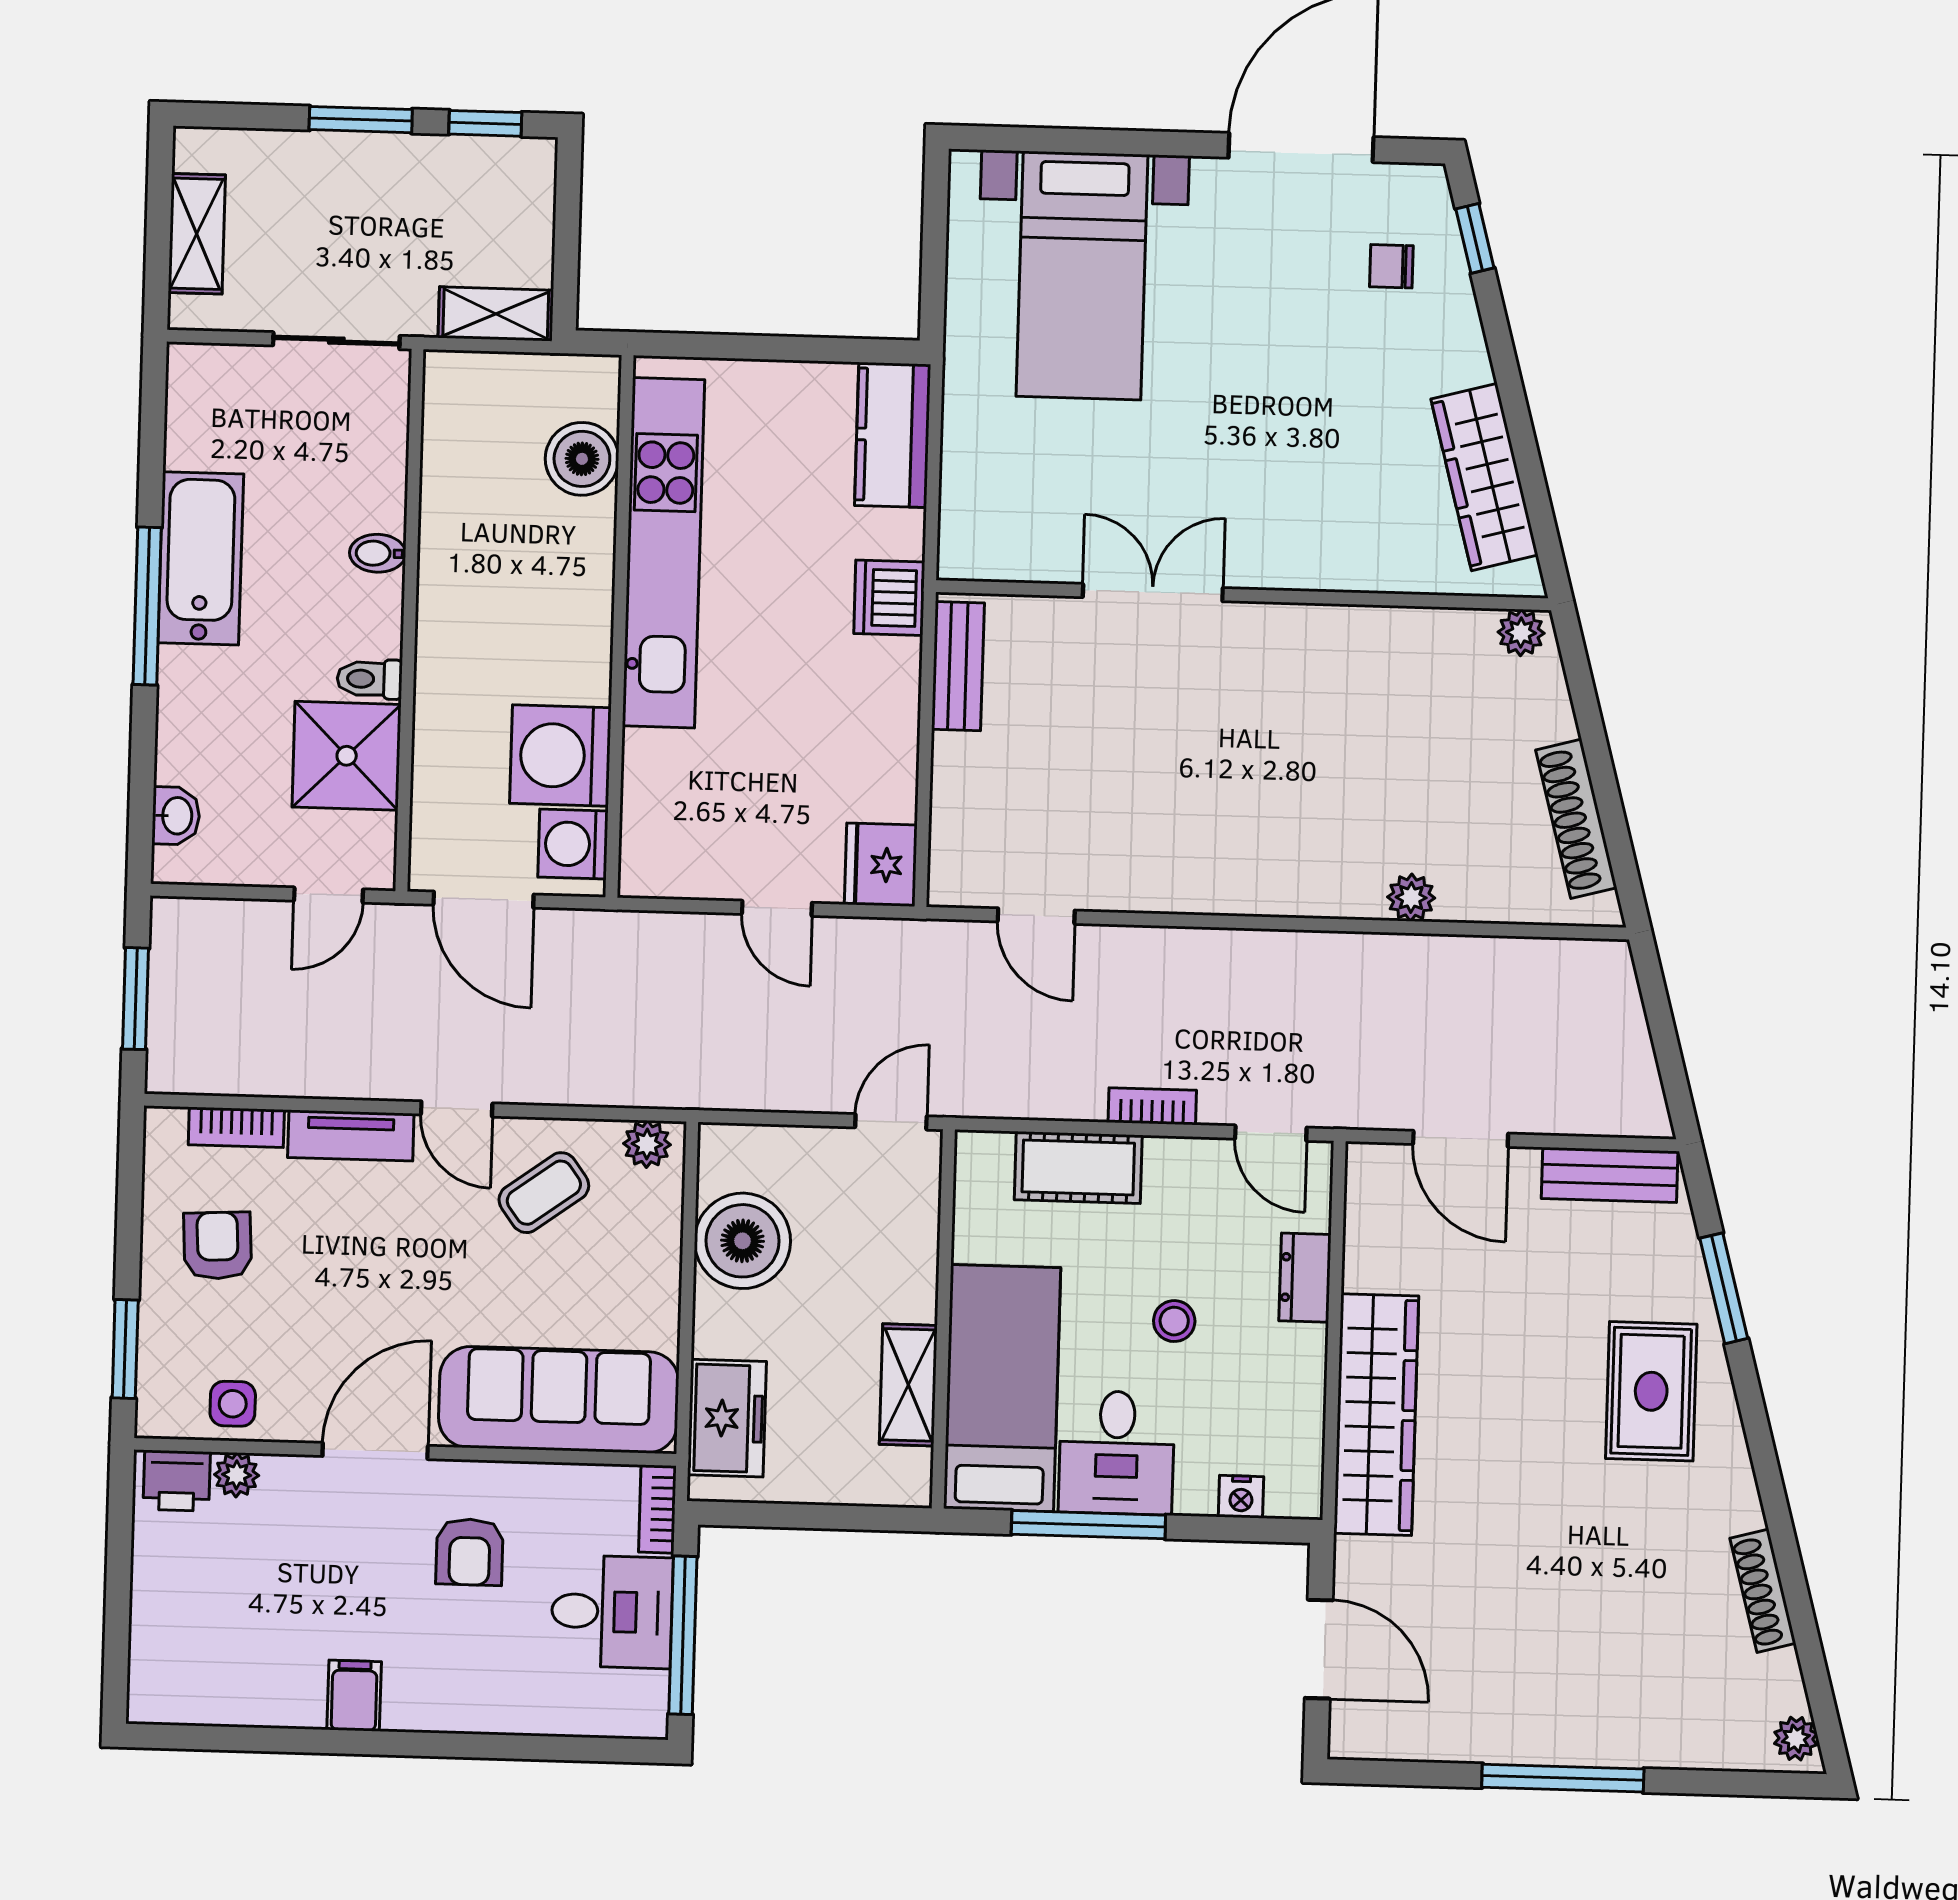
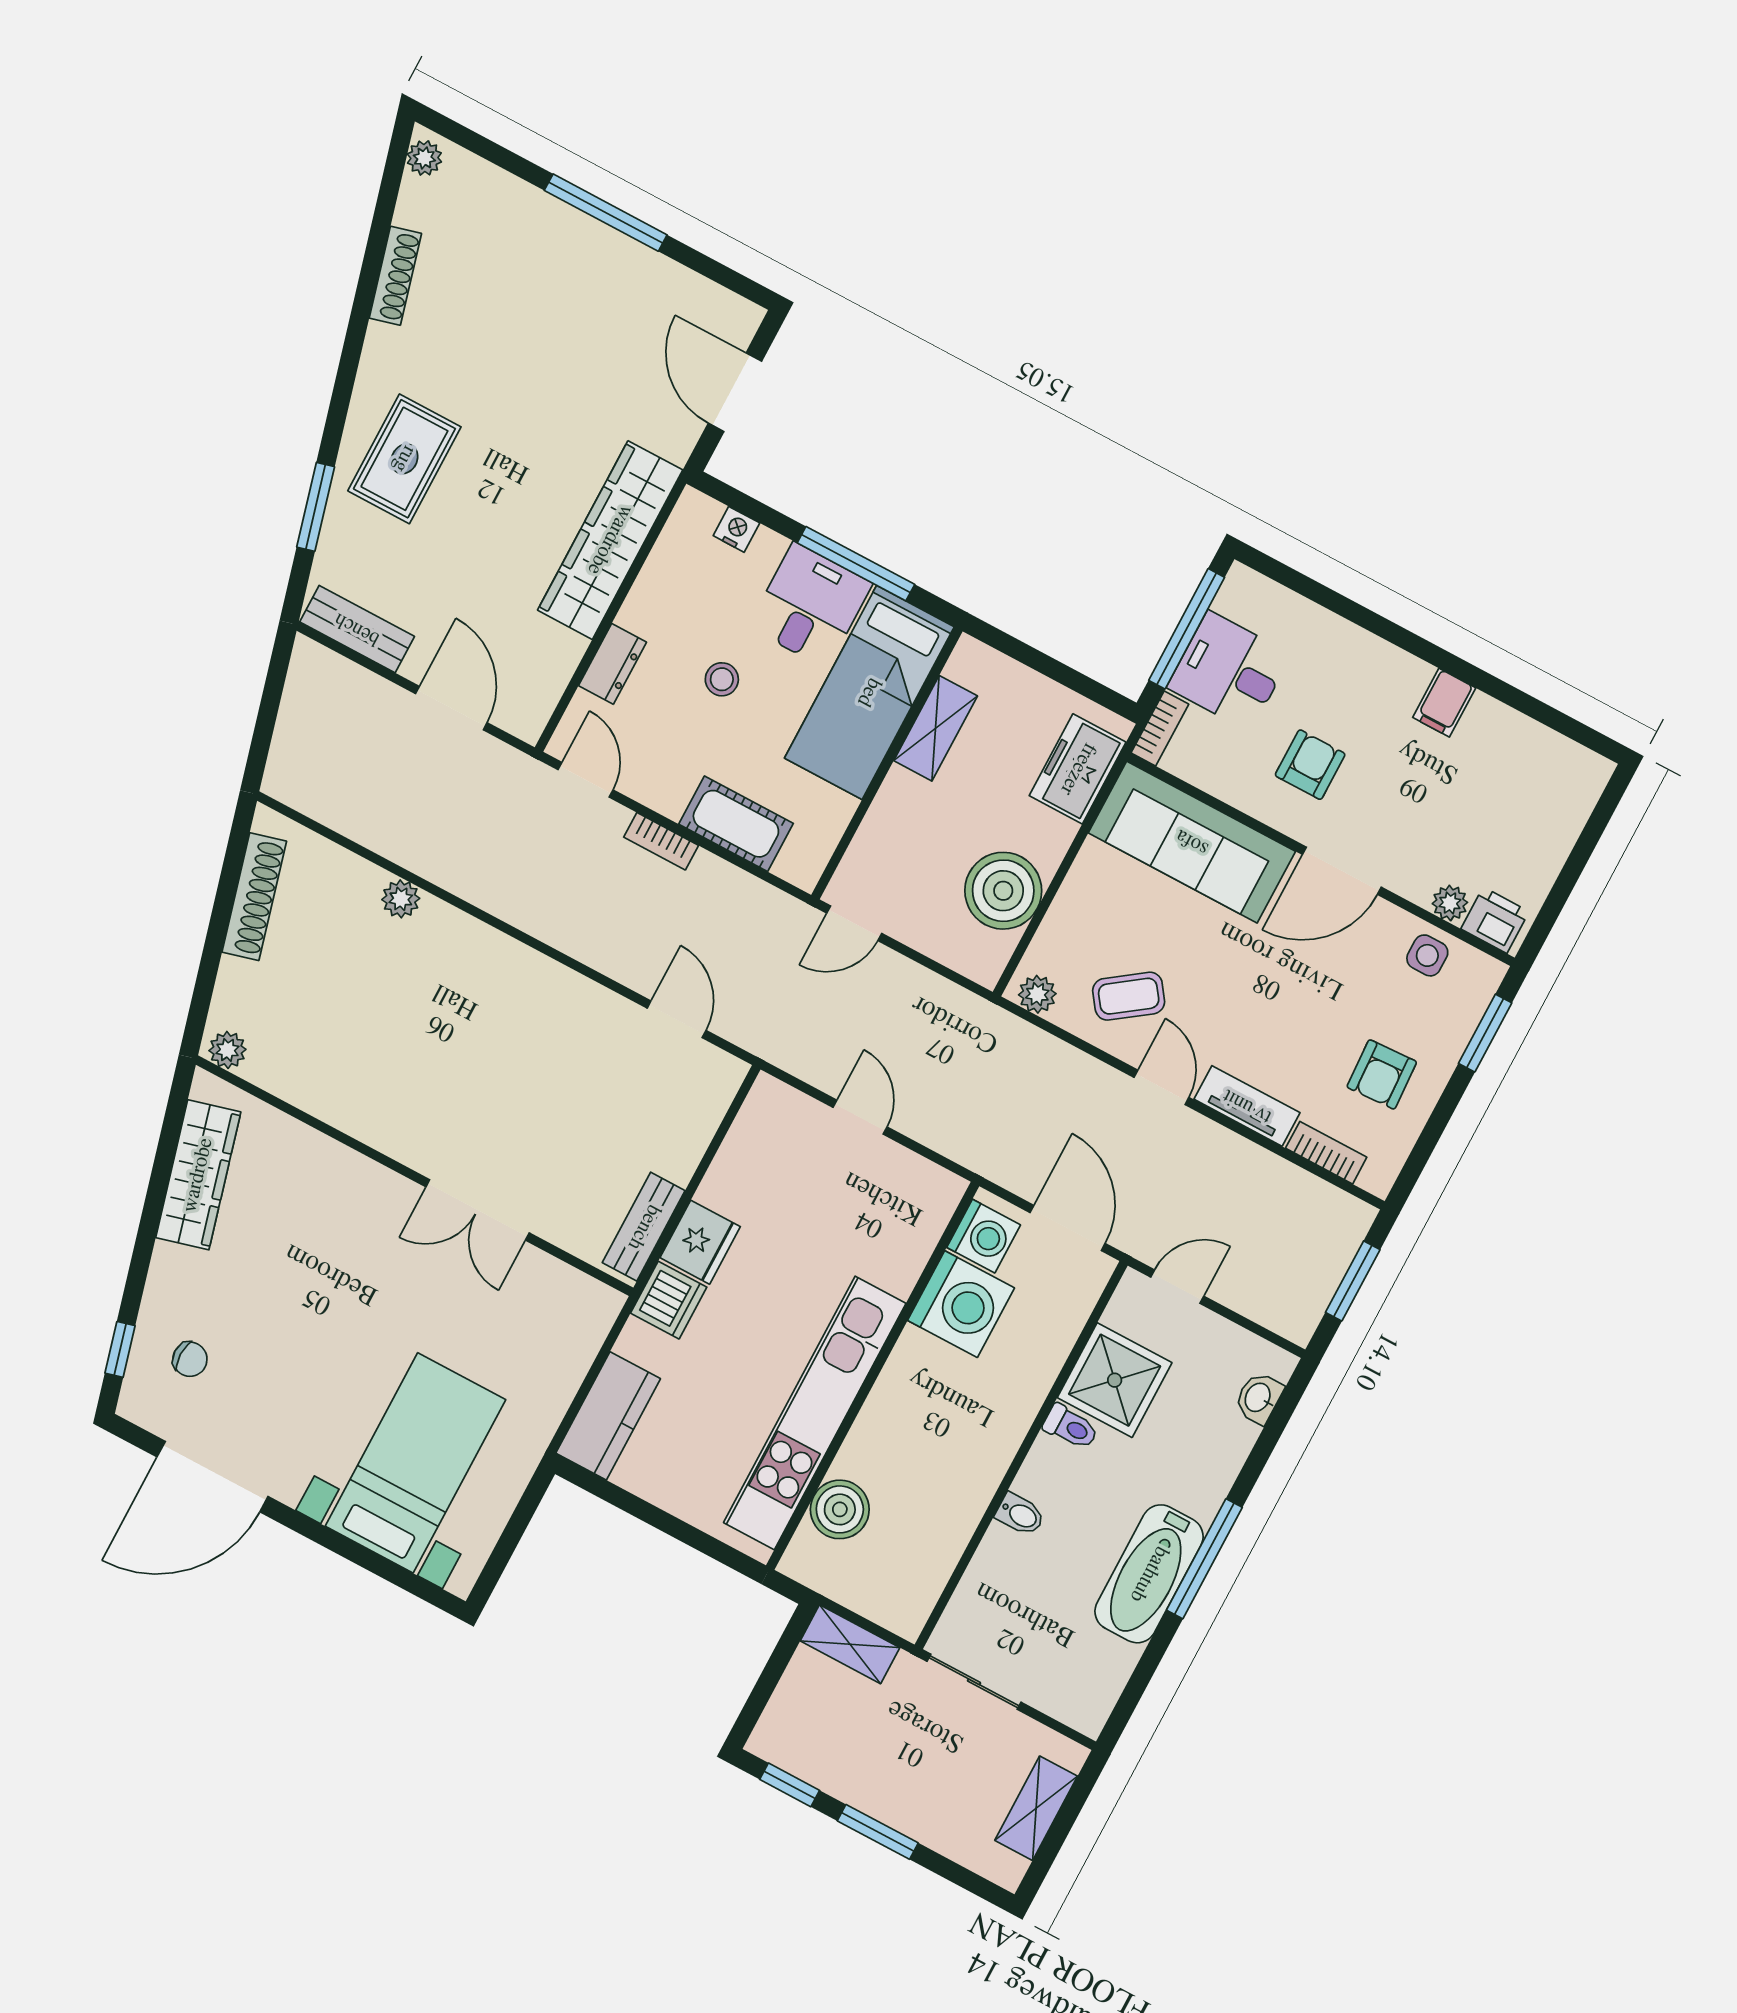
fridge: (881, 865) -> (700, 1242), moved

